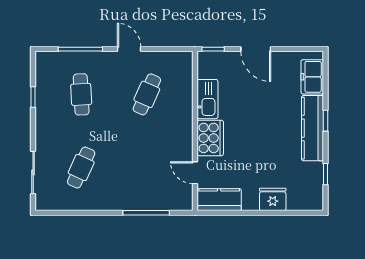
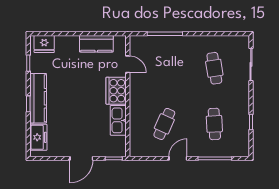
door: (129, 49) -> (178, 158), swing flipped
door: (256, 49) -> (81, 158), swing flipped
cafe table: (81, 167) -> (214, 68), turned -33
fridge: (273, 199) -> (44, 44), moved
kitchen counter: (219, 200) -> (96, 44), moved

